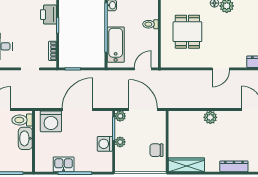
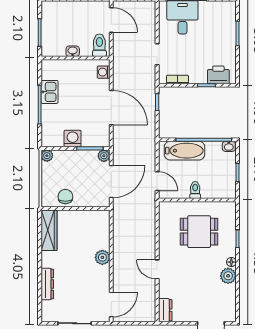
toilet: (151, 24) -> (195, 190), moved
washing machine: (51, 121) -> (104, 72), width x0.53, depth x0.53
washbasin: (25, 138) -> (73, 51), width x0.52, depth x0.69
plant: (120, 142) -> (47, 156), moved

